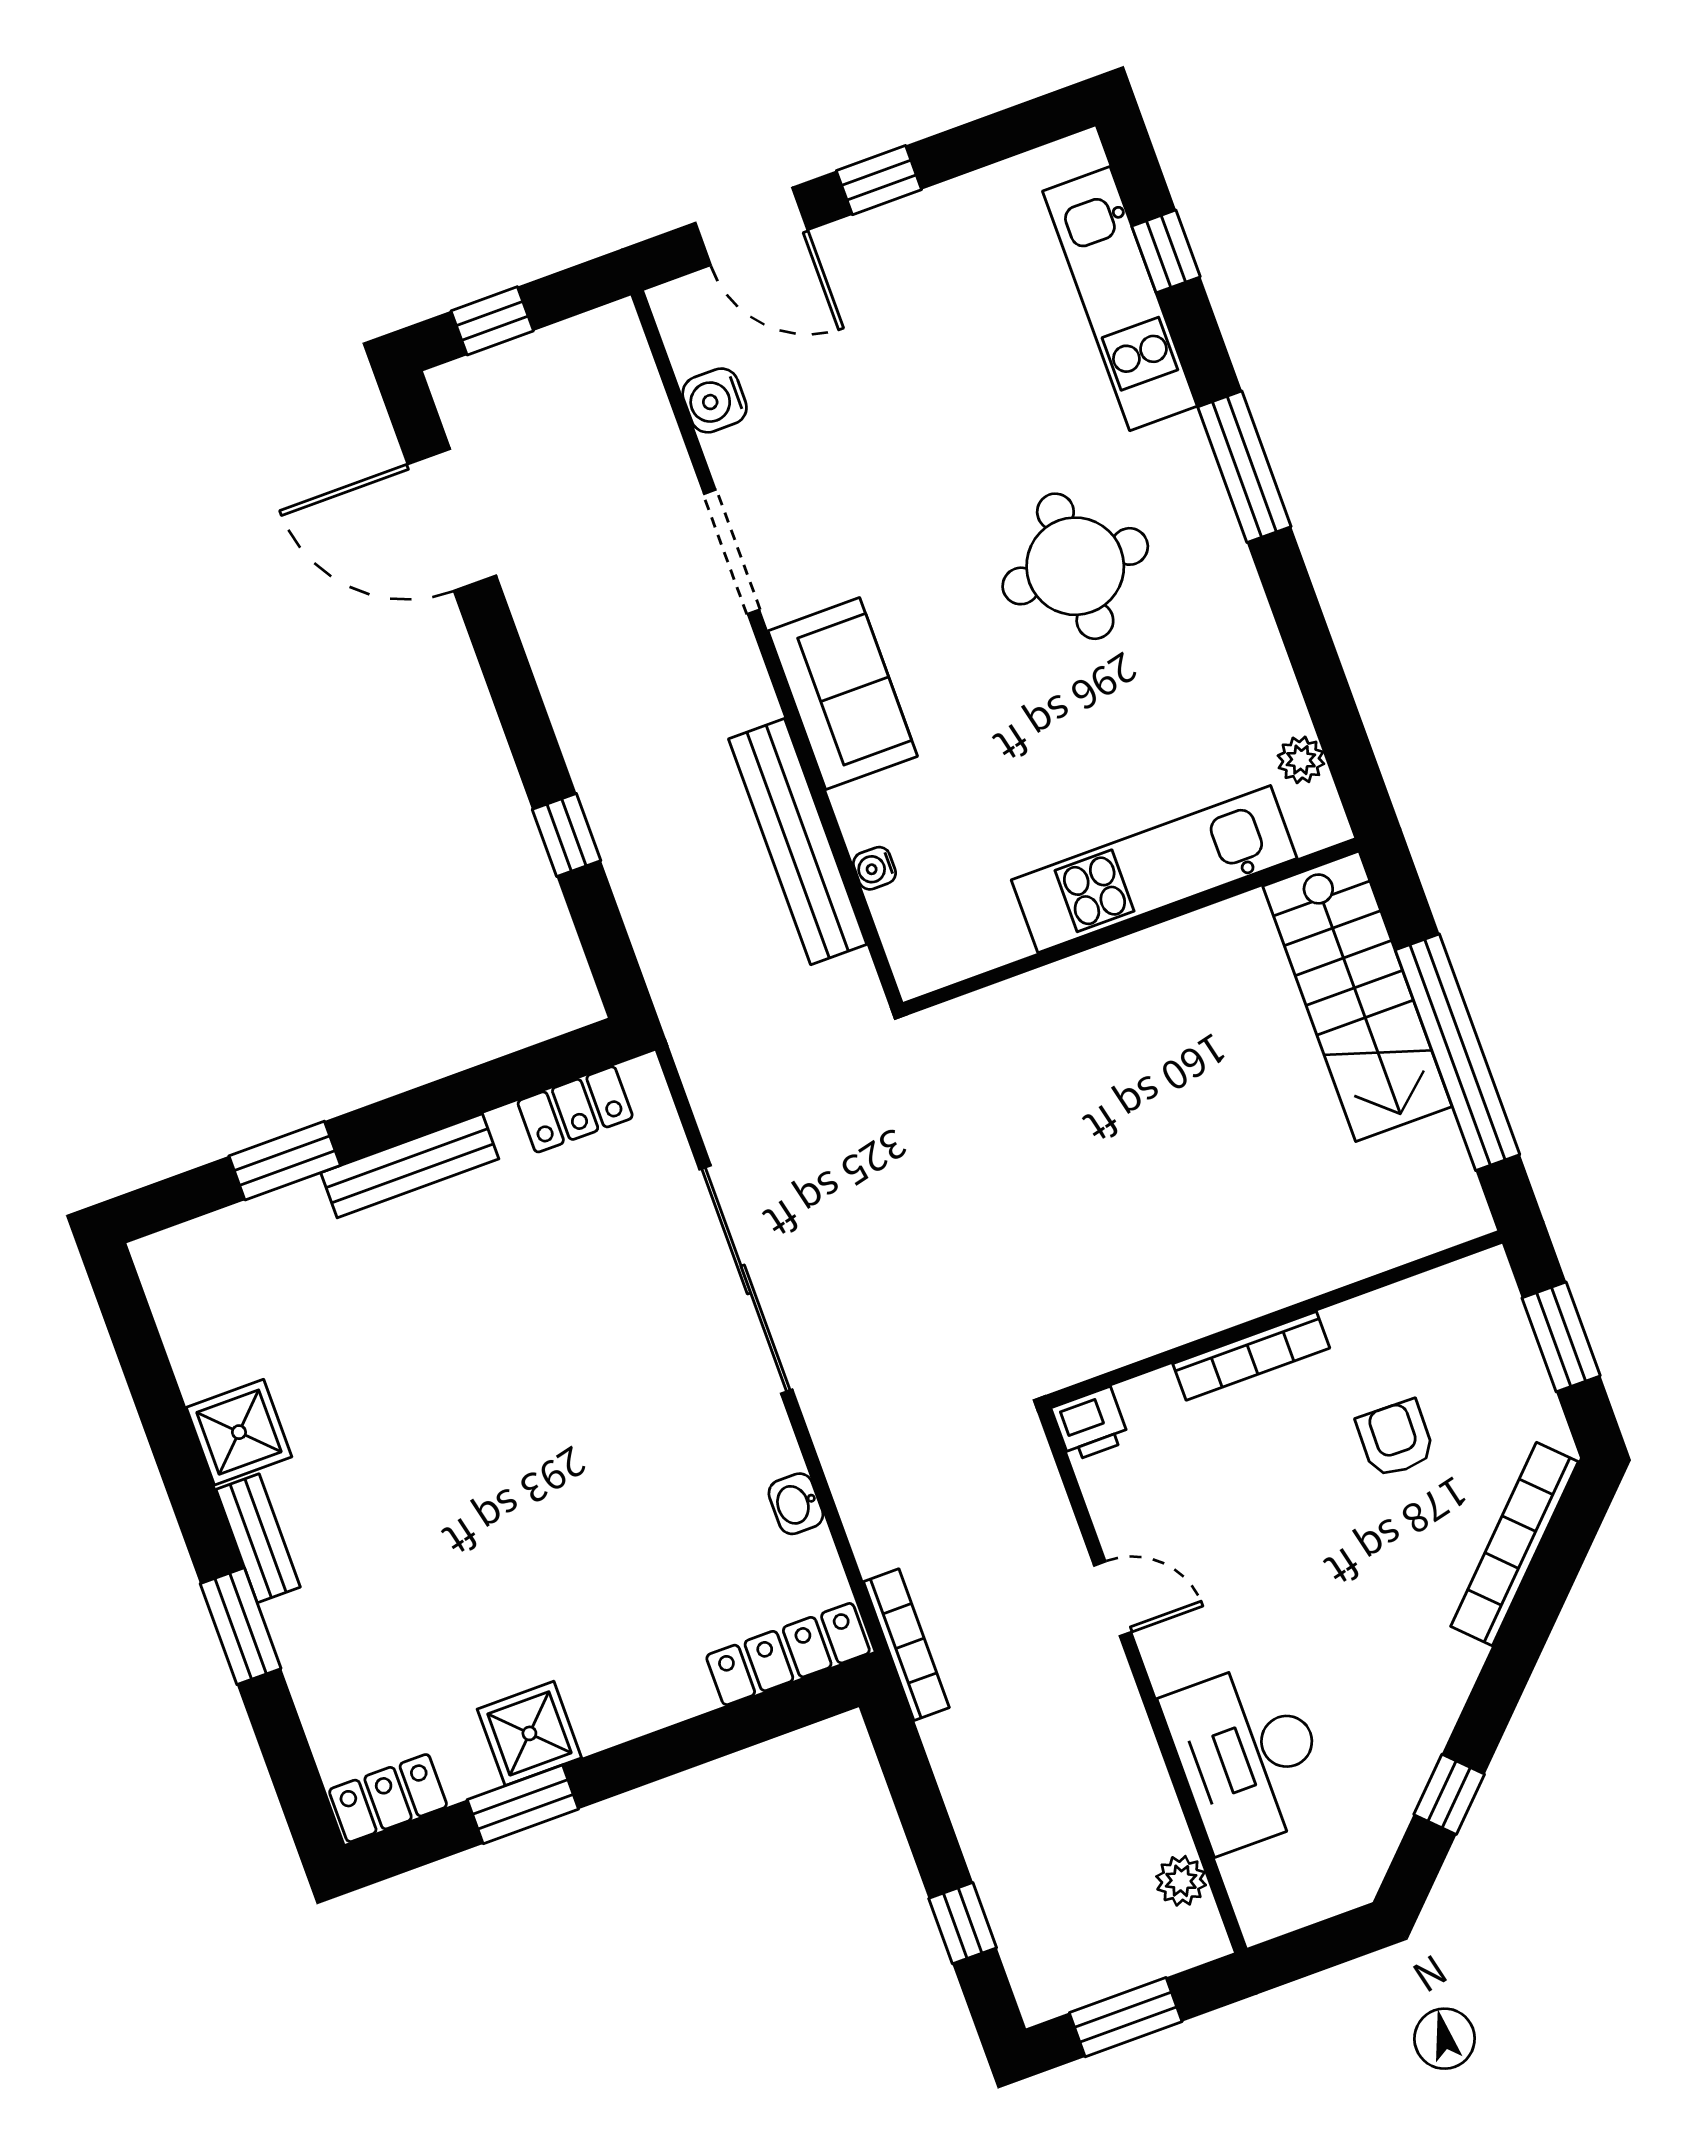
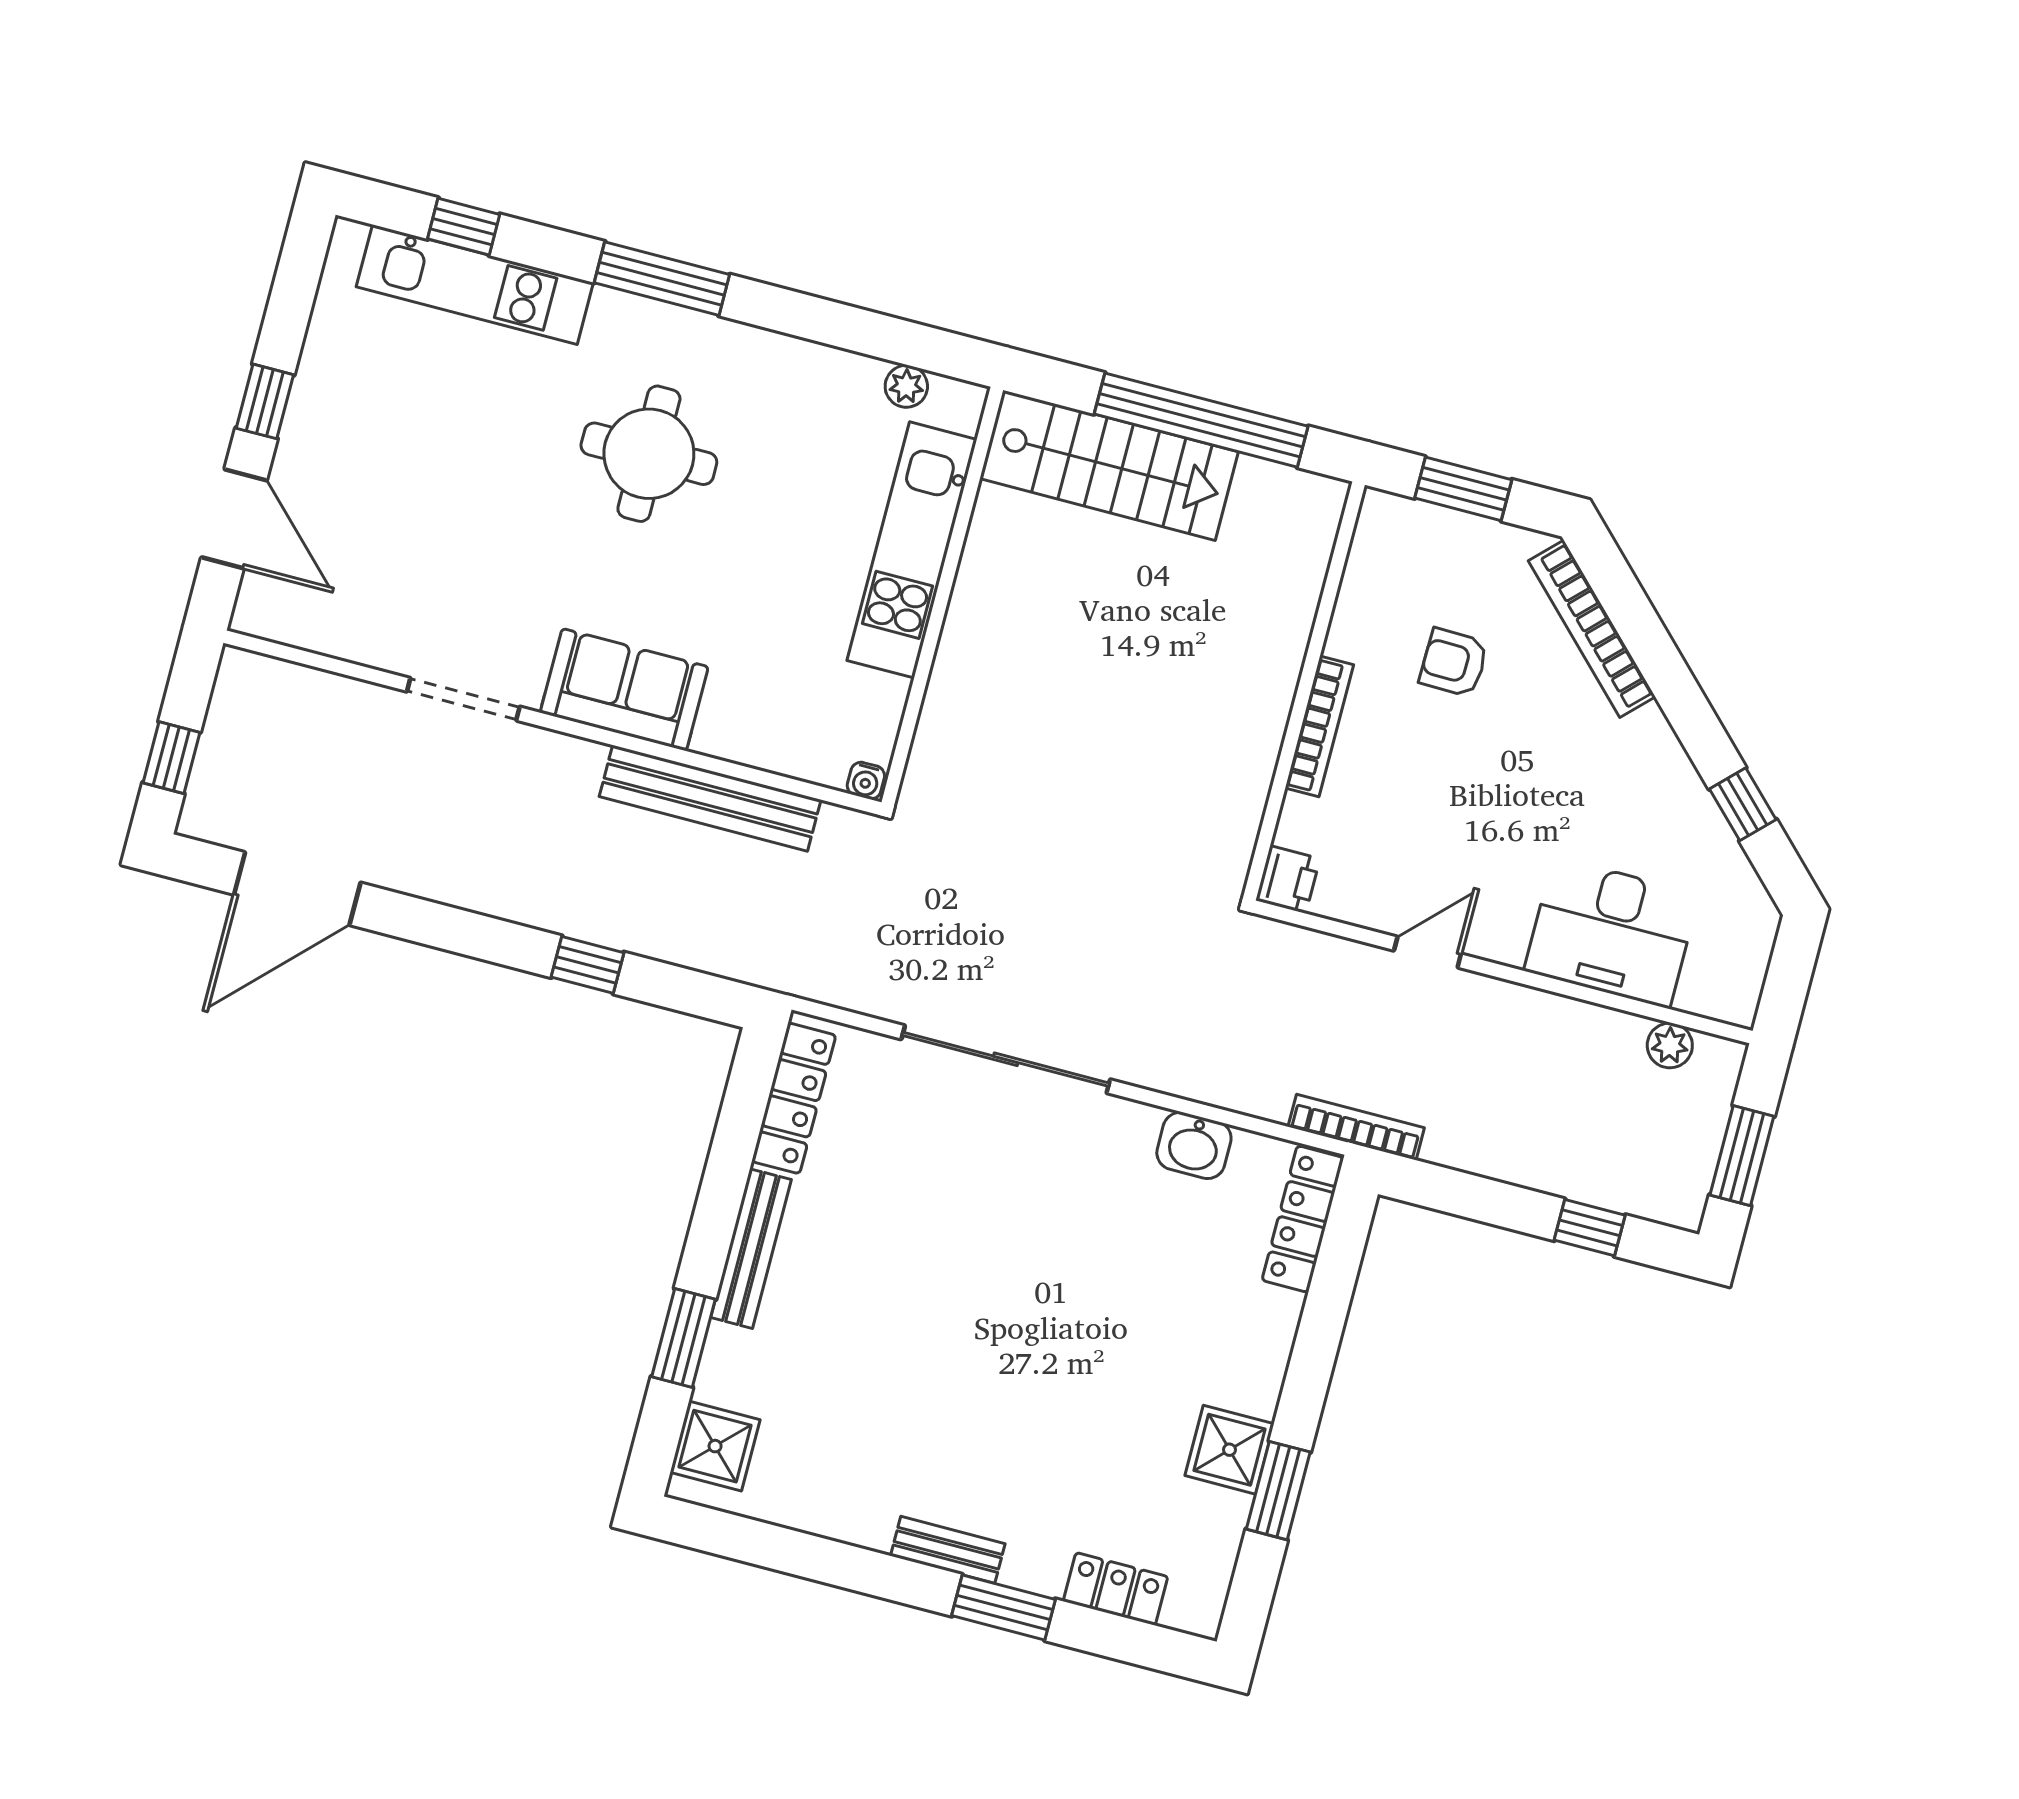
door: (751, 226) -> (234, 519), hinge flipped
water cooler: (715, 400) -> (343, 635), removed
water cooler: (874, 868) -> (866, 781), moved
locker: (575, 1109) -> (794, 1098), width x1.53
shower: (239, 1432) -> (715, 1446), moved
washbasin: (796, 1504) -> (1194, 1145), width x1.38, depth x1.45
locker: (388, 1798) -> (1116, 1589), moved, turned 90

